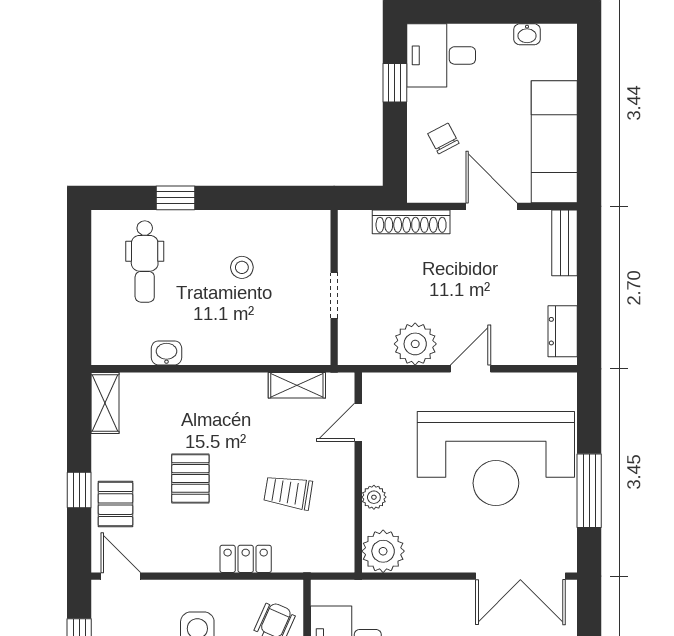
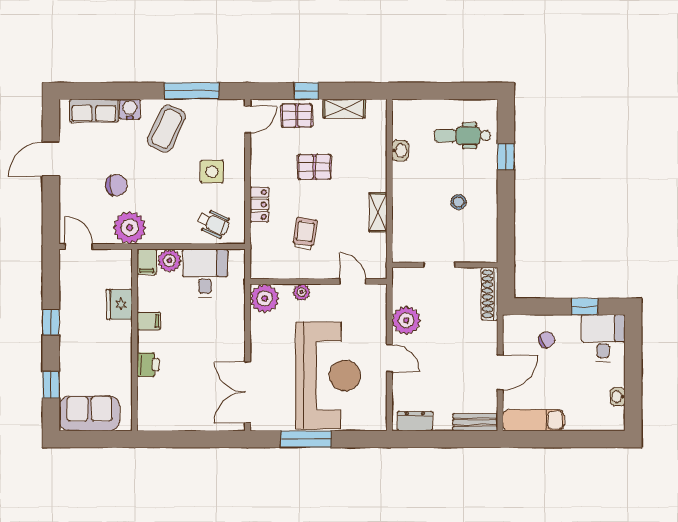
exam couch: (554, 142) -> (533, 420), width x0.73, depth x0.69
shoe rack: (411, 222) -> (490, 294), moved
shelving: (297, 385) -> (378, 212), moved
shelving: (105, 403) -> (344, 109), moved
reception desk: (496, 458) -> (328, 375), turned 180

